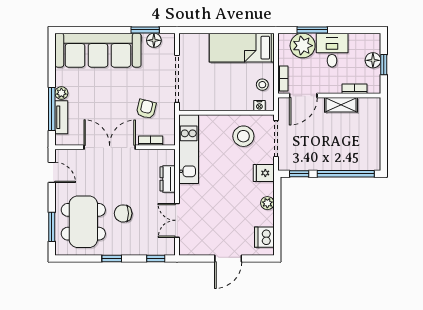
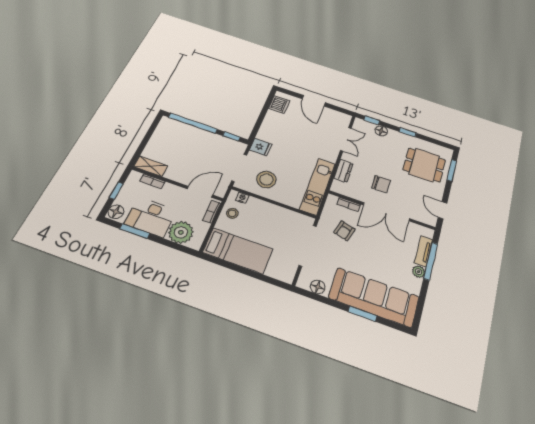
window: (145, 30) -> (363, 314), moved
window: (312, 30) -> (135, 231), moved
desk: (332, 50) -> (151, 217), width x1.37
floor lamp: (373, 60) -> (116, 212), moved
shelving: (341, 105) -> (151, 166), moved
plant: (267, 203) -> (267, 126), removed
chair: (123, 213) -> (381, 184), moved
dining table: (83, 222) -> (424, 165), width x0.73
floor lamp: (142, 248) -> (381, 131), added
door: (228, 258) -> (314, 101), swing flipped

